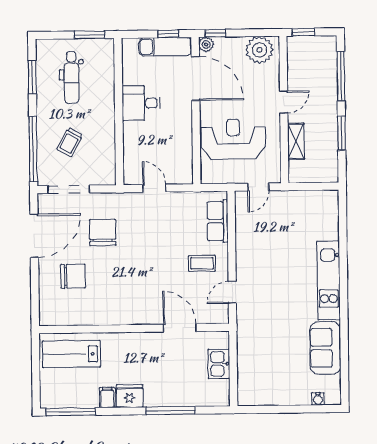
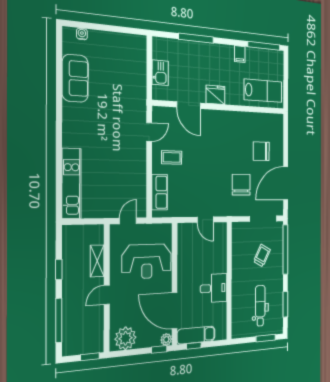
window: (90, 35) -> (266, 338), moved
window: (342, 133) -> (59, 269), width x0.67
chair: (103, 232) -> (241, 185), turned 180
kitchen unit: (329, 280) -> (72, 183), moved
fridge: (130, 396) -> (215, 95), moved, turned 180

